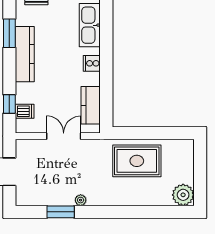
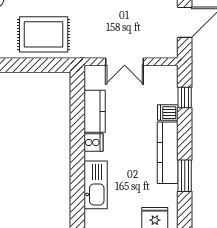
kitchen counter: (91, 105) -> (95, 111), moved
dishwasher: (25, 111) -> (168, 113), moved

